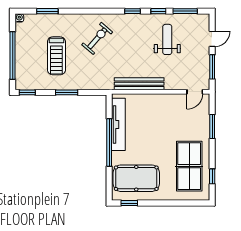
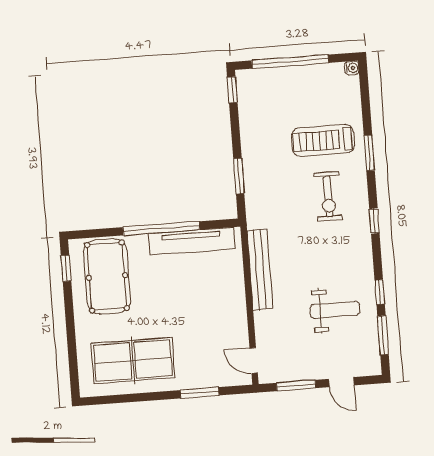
window: (47, 11) -> (369, 153), moved
window: (132, 11) -> (374, 221), moved
exercise bike: (97, 38) -> (328, 196), turned 49
treadmill: (56, 56) -> (323, 140), moved
window: (67, 92) -> (239, 176), moved
window: (212, 176) -> (119, 399), removed

